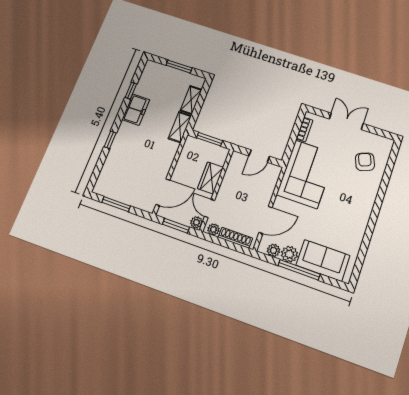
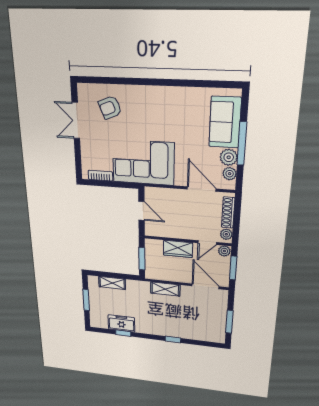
freezer: (136, 110) -> (121, 323), moved
double door: (346, 121) -> (76, 121), moved
shelving: (180, 127) -> (165, 289), moved

